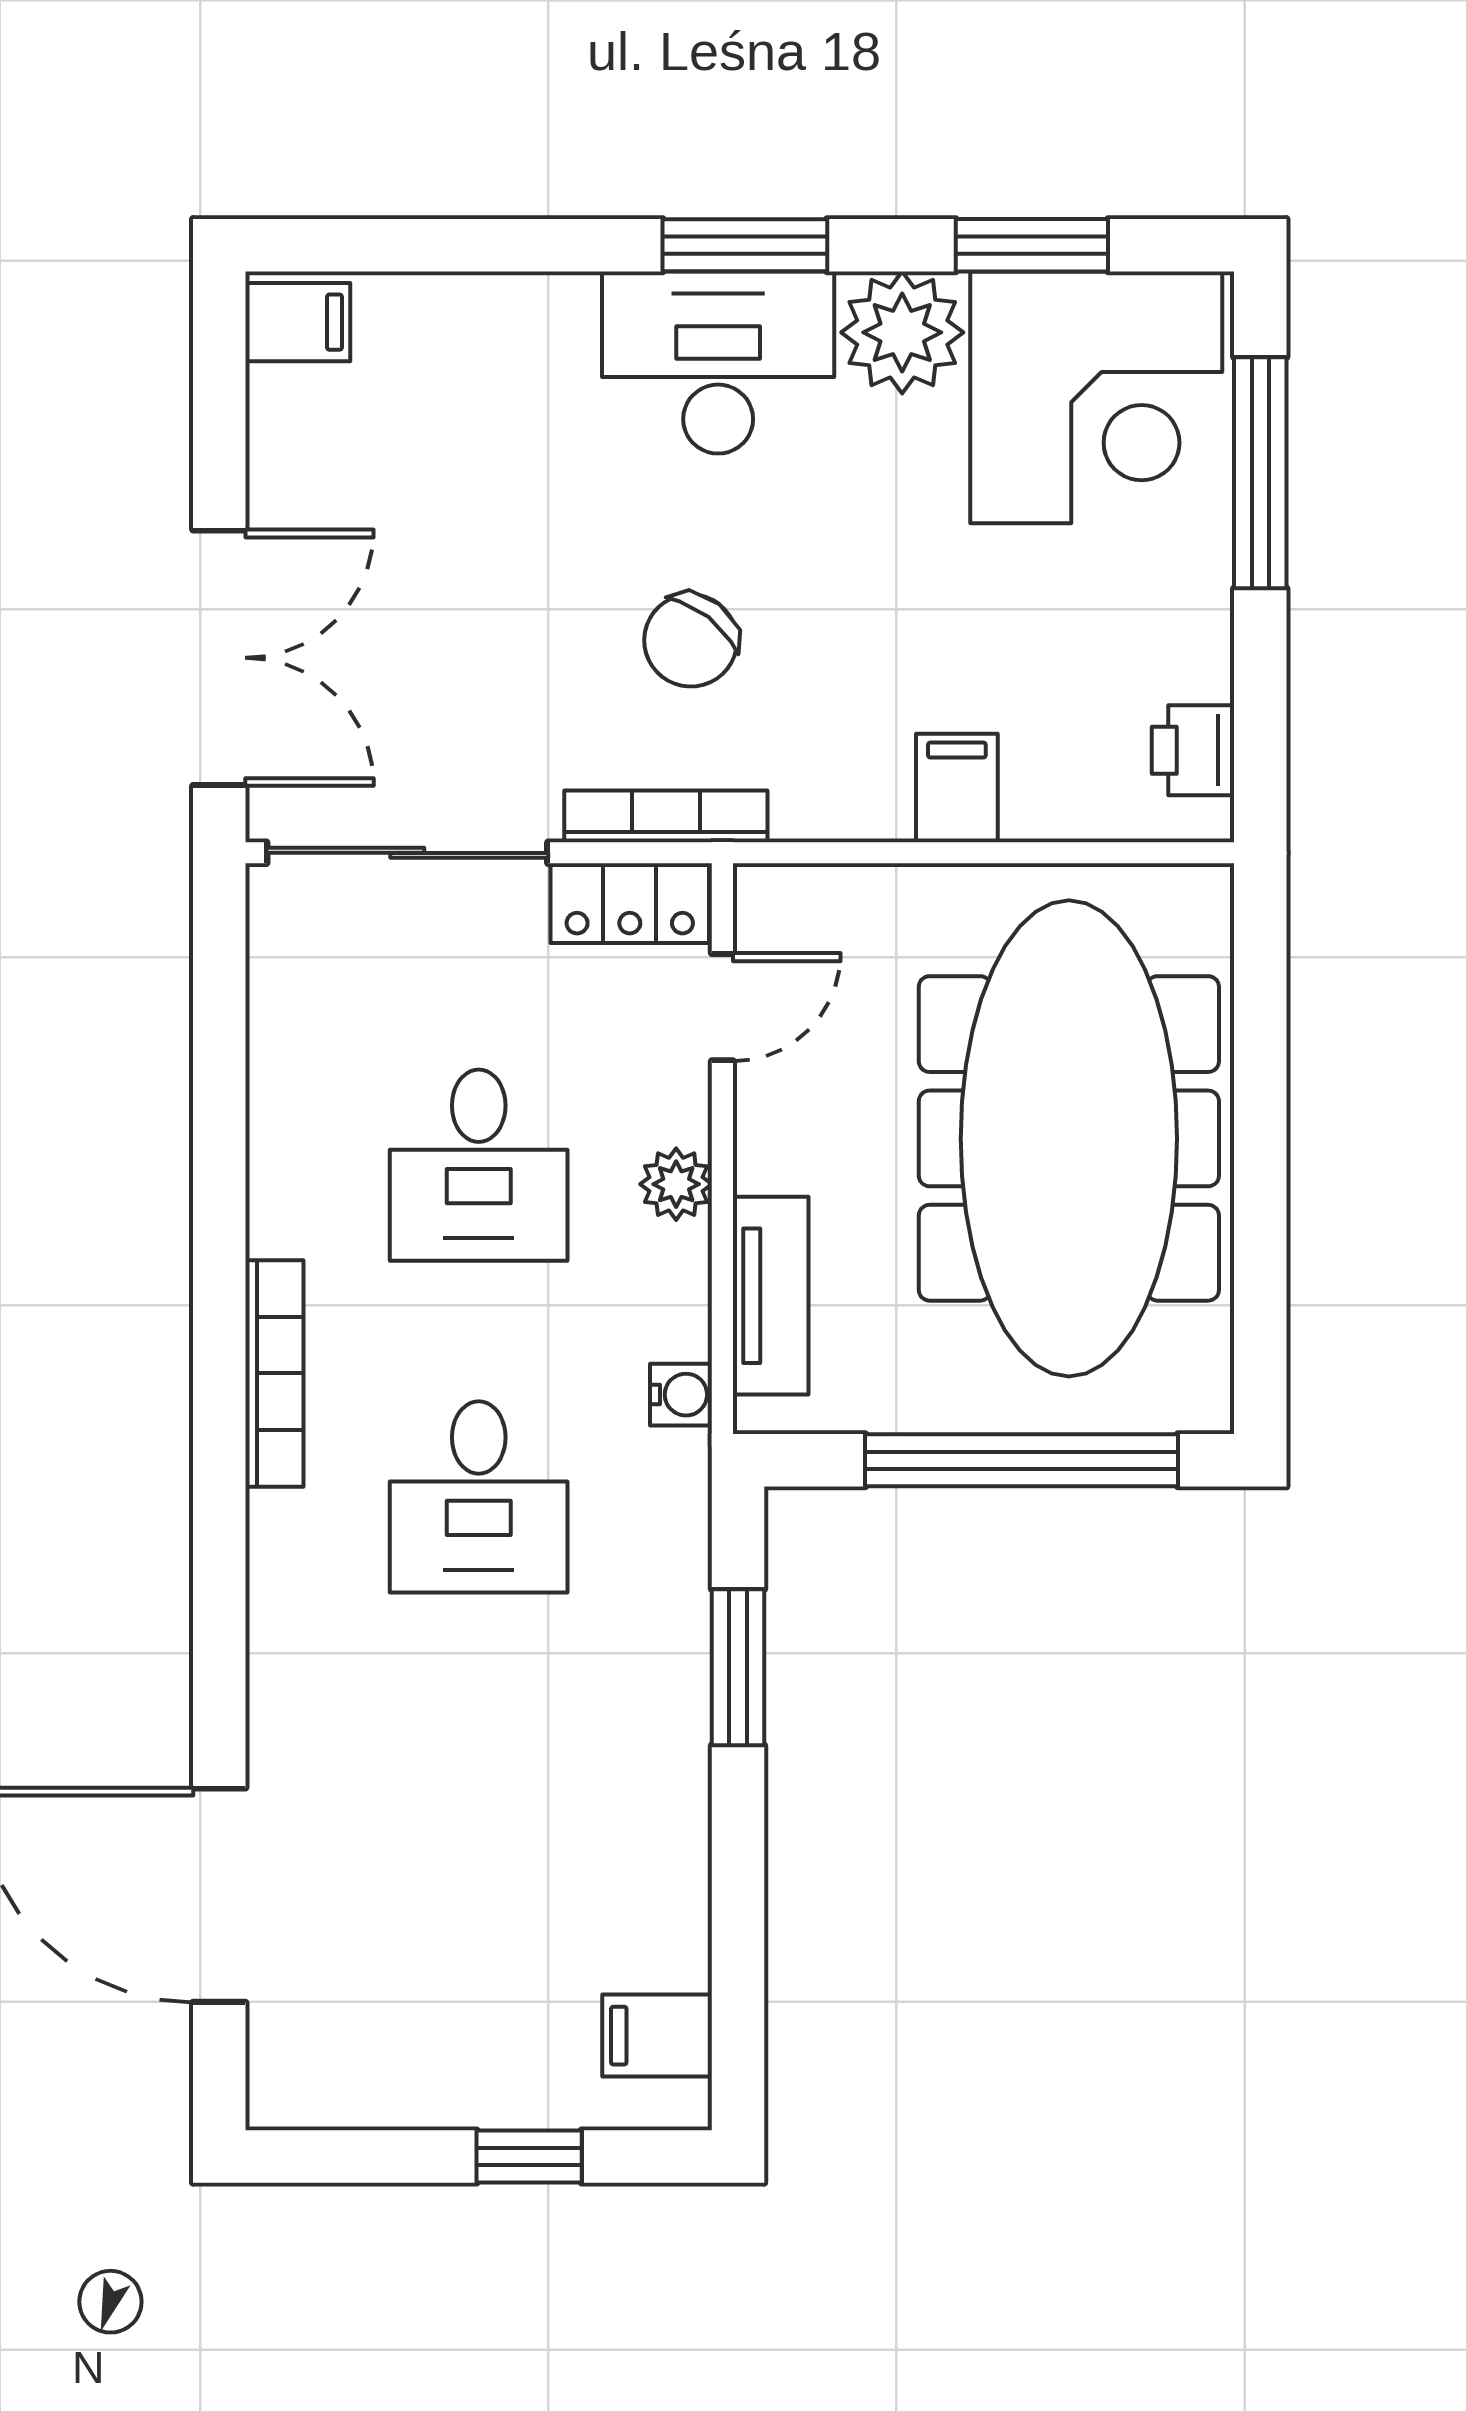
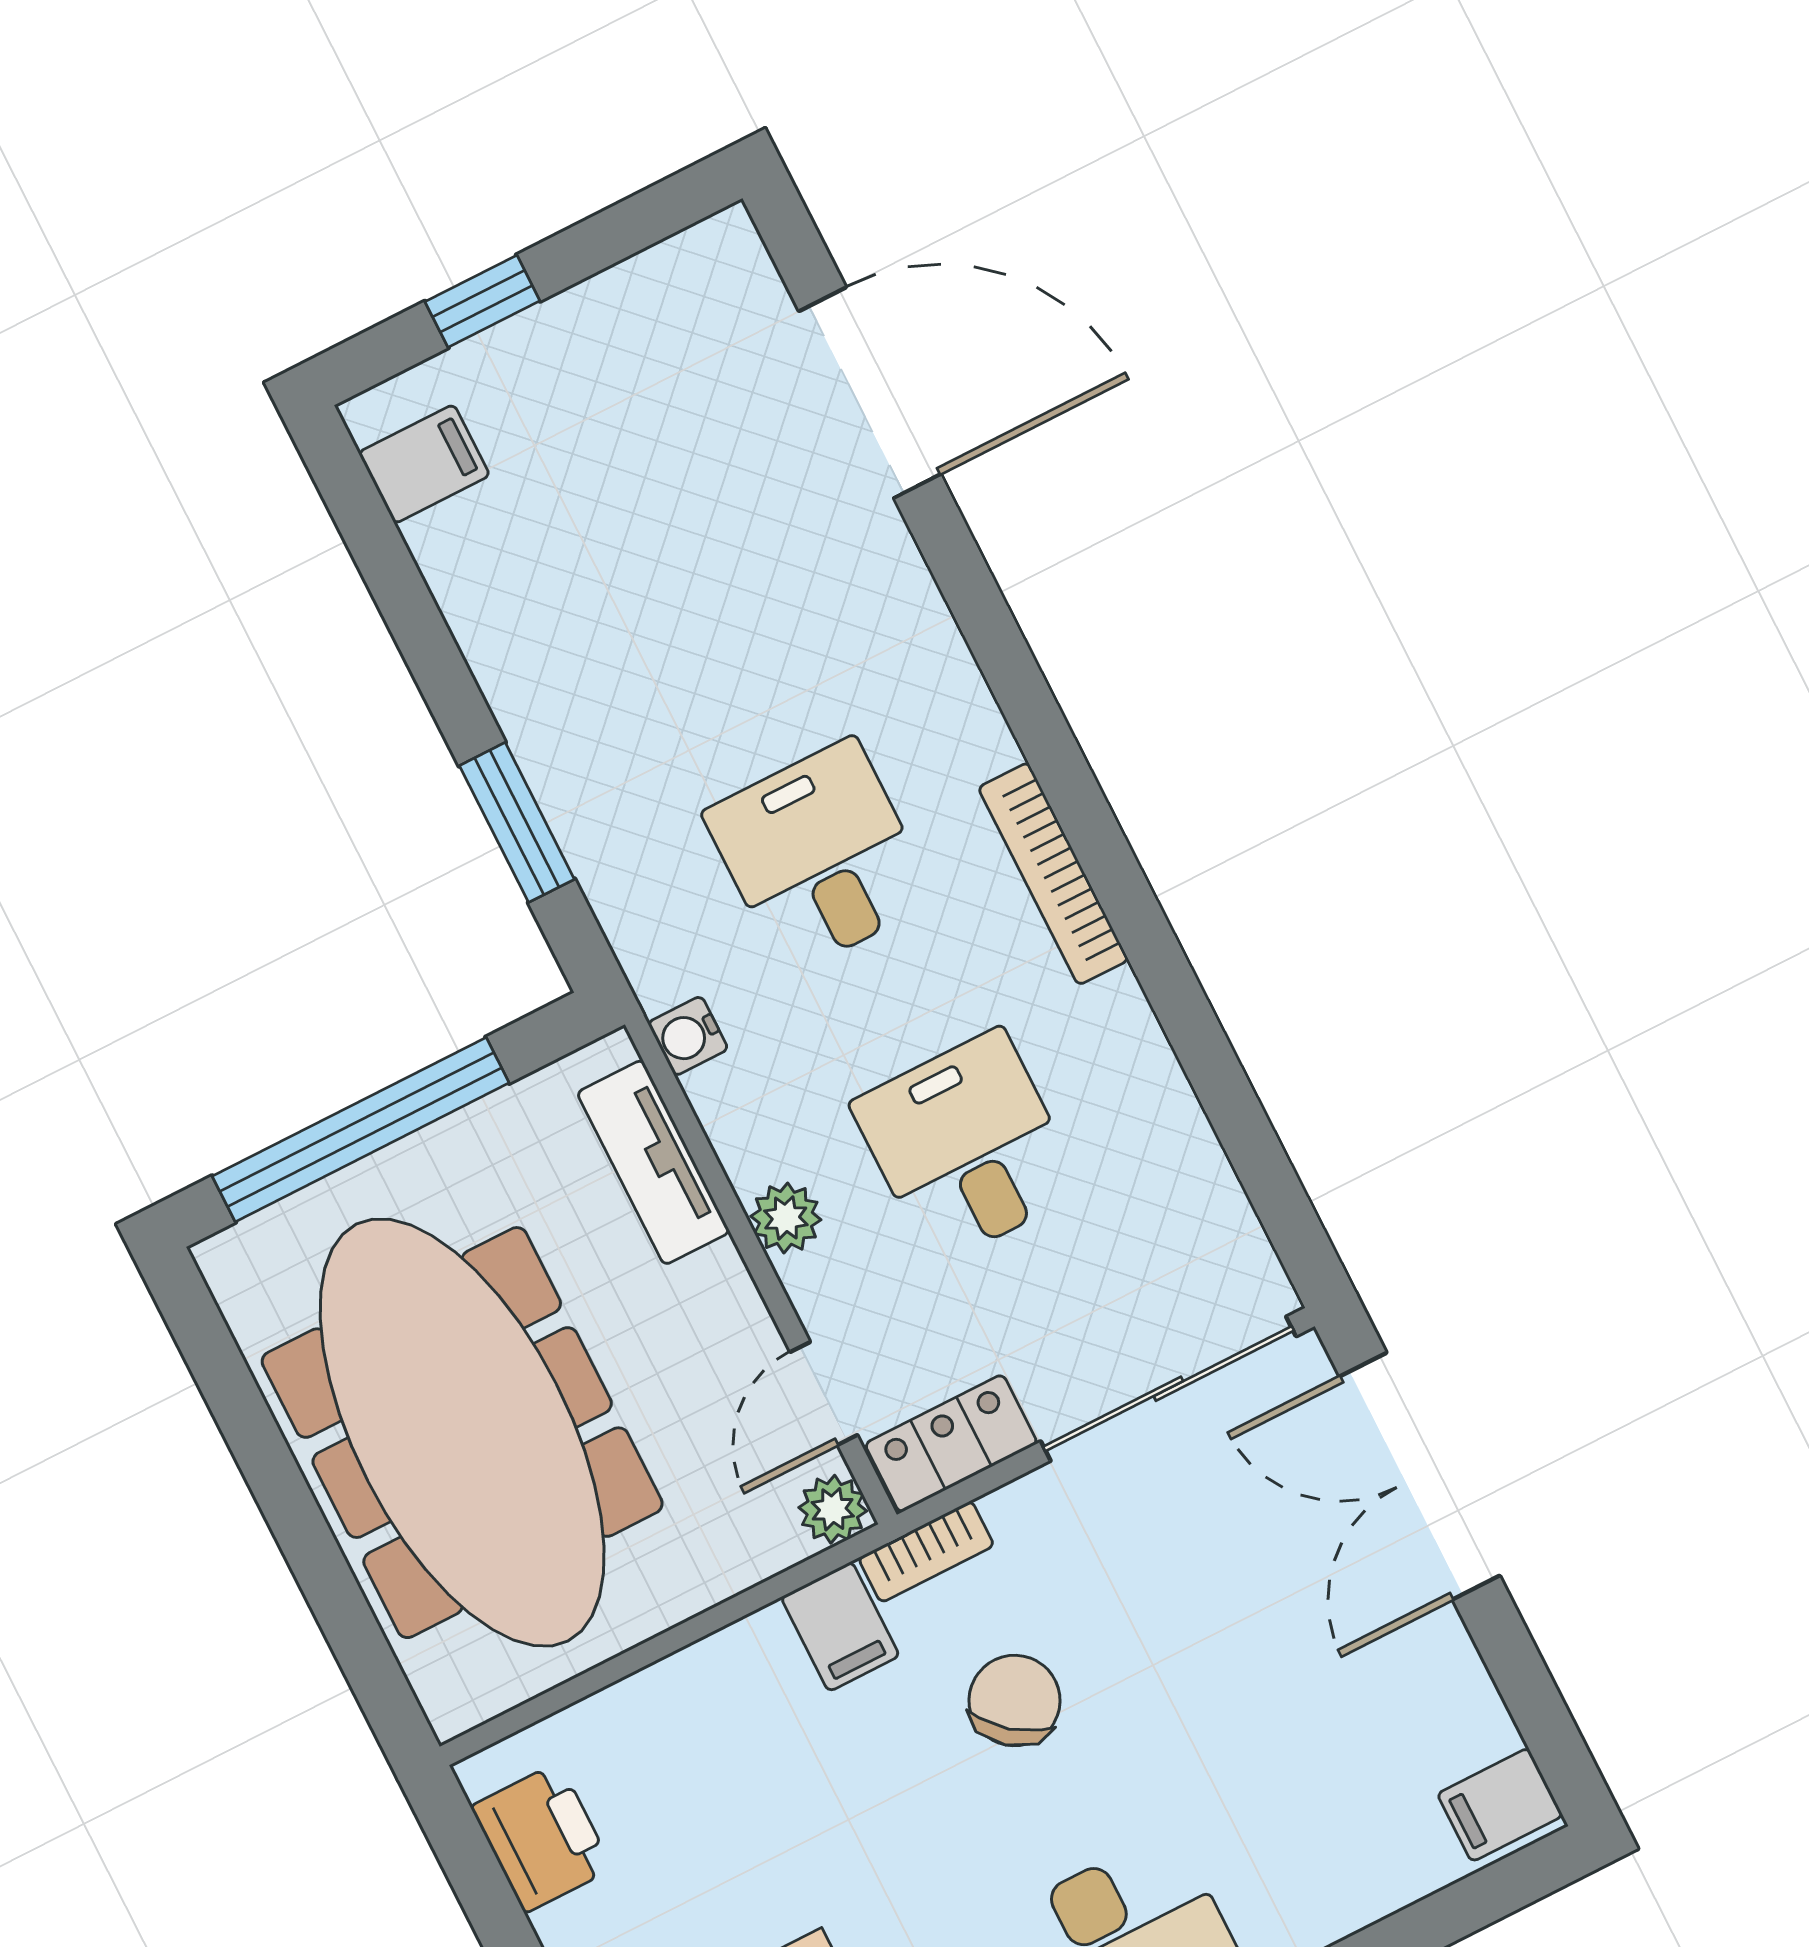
printer: (1193, 750) -> (542, 1838), width x1.36, depth x1.24
filing cabinet: (957, 788) -> (840, 1627), moved
bookcase: (666, 816) -> (926, 1552), width x0.64
plant: (768, 898) -> (833, 1509), added

